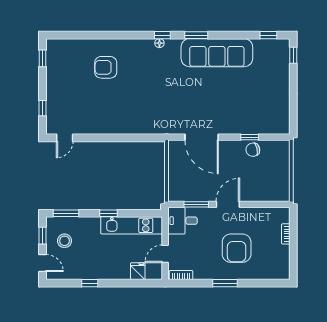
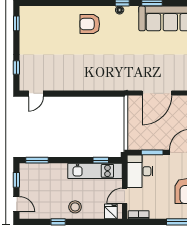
armchair: (106, 67) -> (90, 24), moved
door: (202, 137) -> (157, 93), hinge flipped
window: (108, 213) -> (101, 160), moved
desk: (182, 221) -> (140, 171), width x1.37
stool: (65, 241) -> (75, 207), moved
fridge: (138, 271) -> (111, 211), moved

